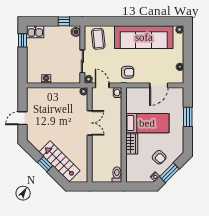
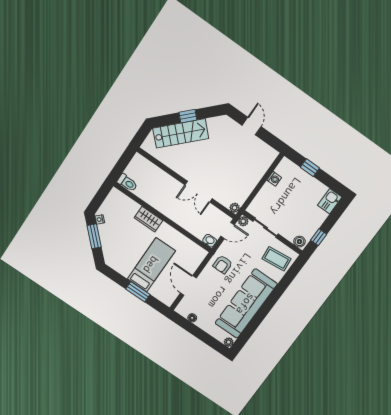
window: (23, 40) -> (310, 168), moved
bed: (147, 123) -> (151, 265), moved, turned 180
armchair: (159, 157) -> (116, 237), removed

